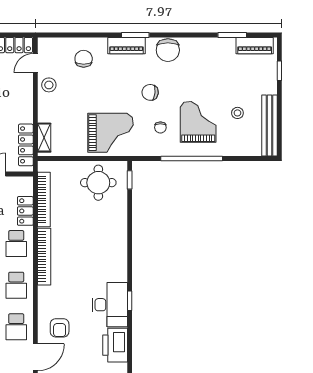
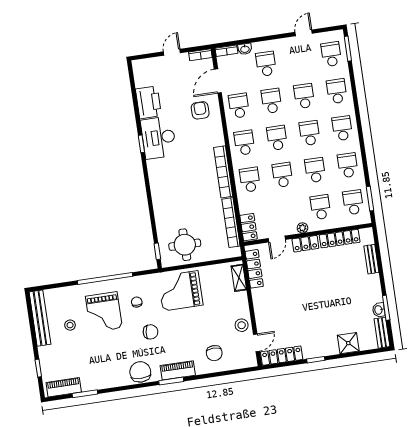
locker: (25, 211) -> (249, 227), moved

